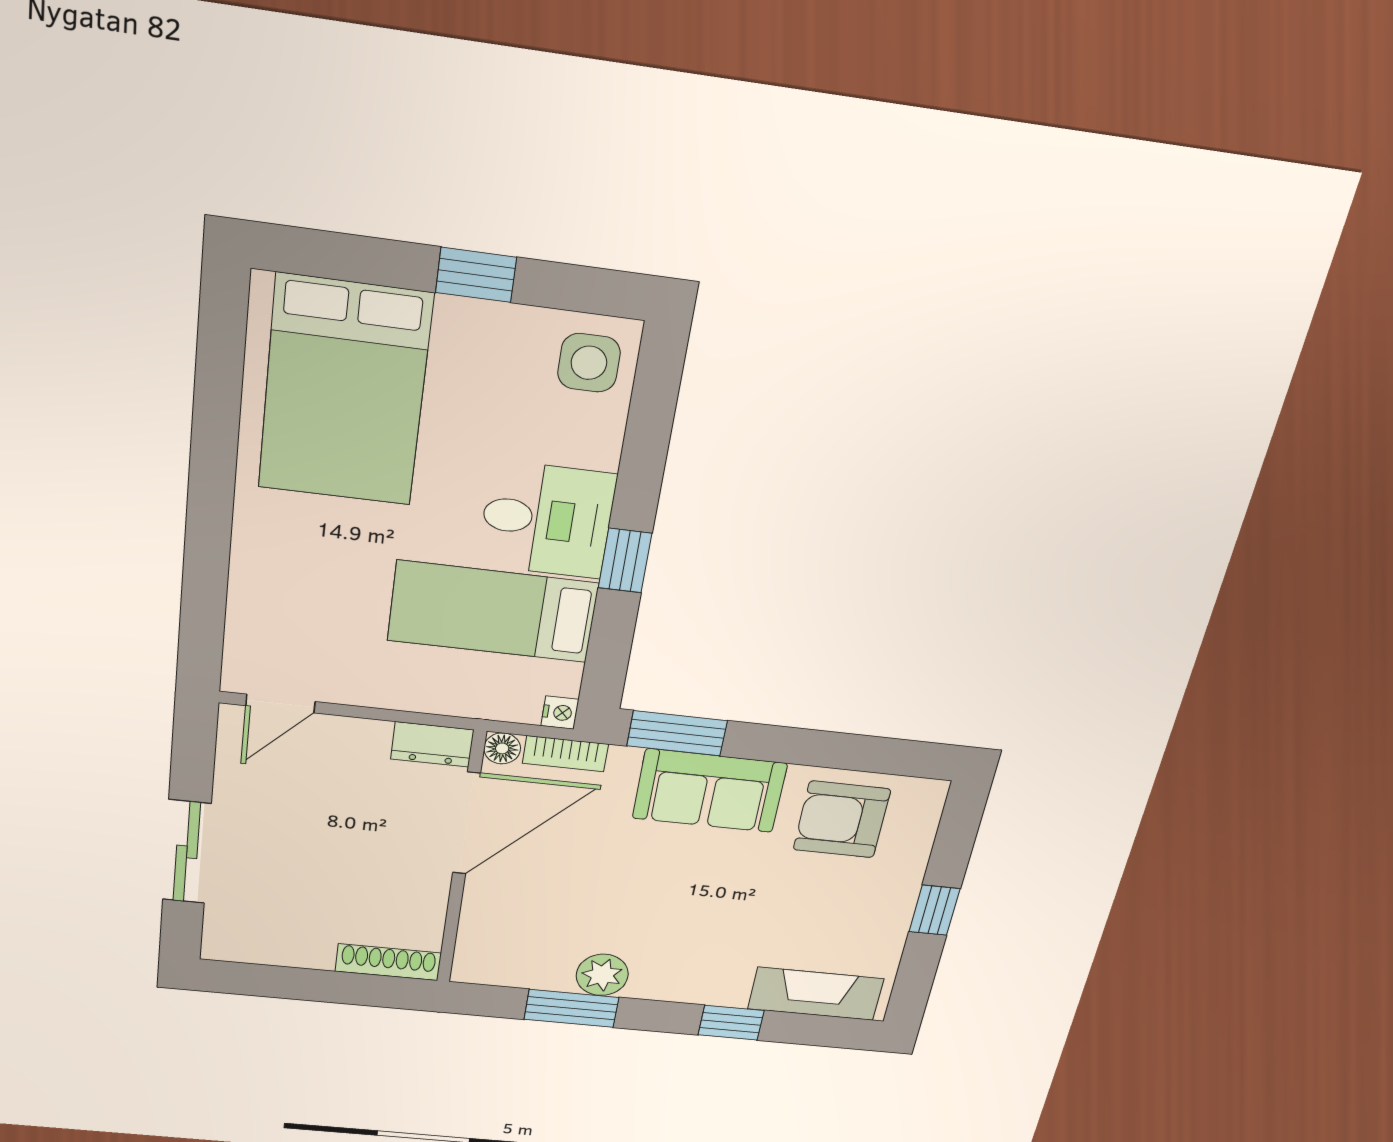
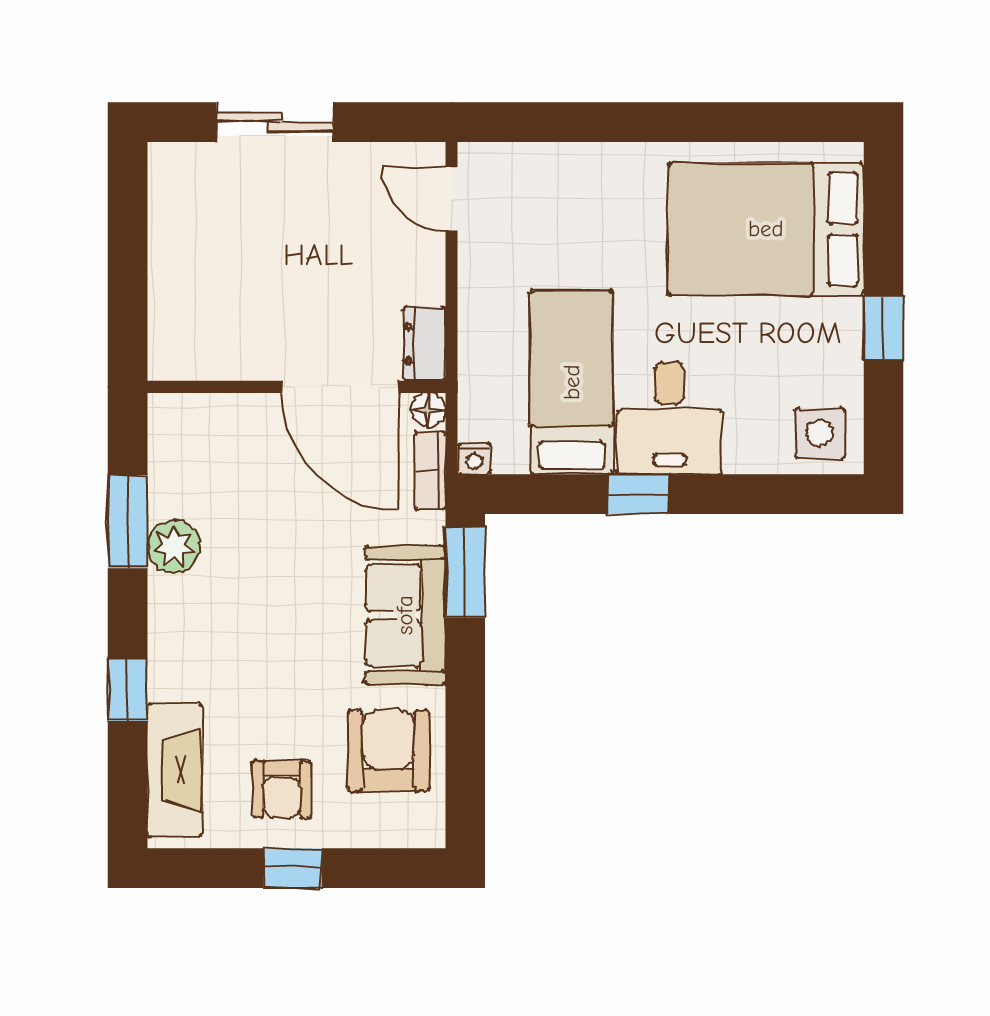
armchair: (856, 912) -> (282, 789), added
shoe rack: (388, 962) -> (165, 329), removed

